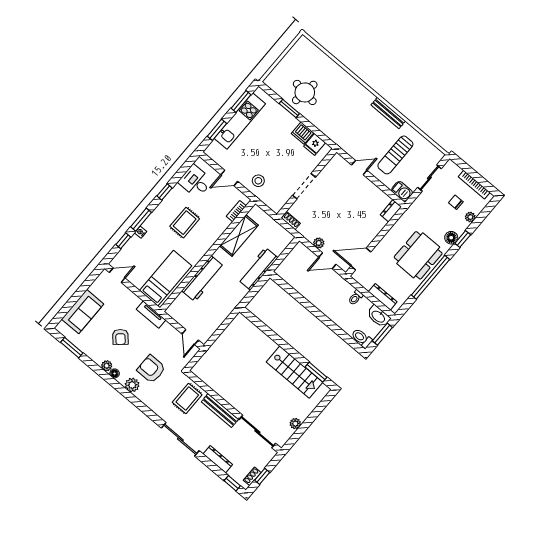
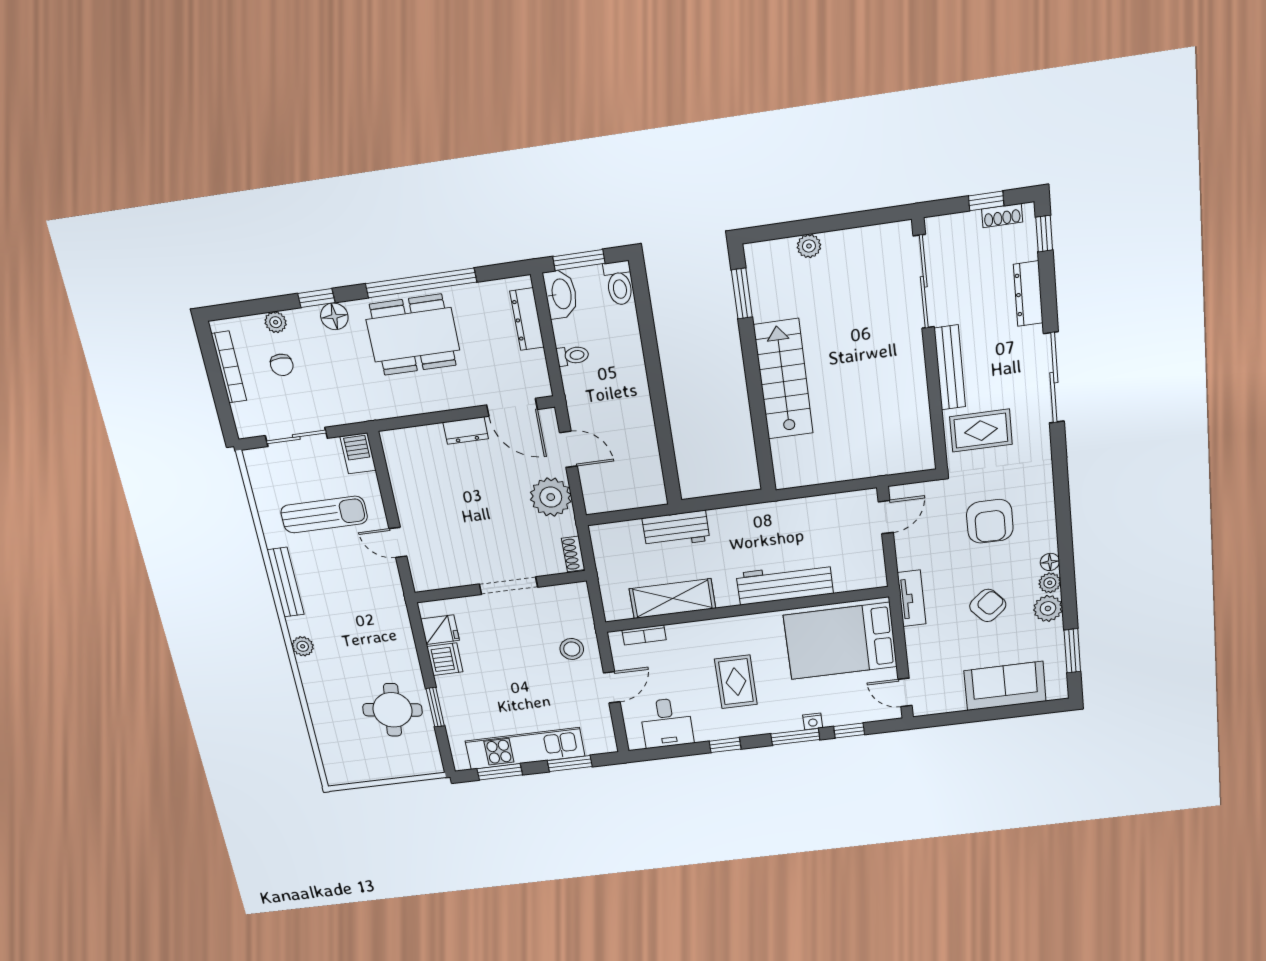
plant: (361, 90) -> (303, 646), added
door: (229, 178) -> (612, 687), hinge flipped
dresser: (391, 211) -> (466, 430), moved
rug: (185, 223) -> (736, 682), turned 90
plant: (319, 243) -> (551, 497), width x1.87, depth x1.87
workbench: (258, 269) -> (676, 529), width x0.73
bed: (166, 278) -> (840, 641), width x1.50
stairs: (295, 372) -> (783, 379), moved
plant: (132, 385) -> (1048, 608), moved
plant: (295, 424) -> (809, 246), moved

